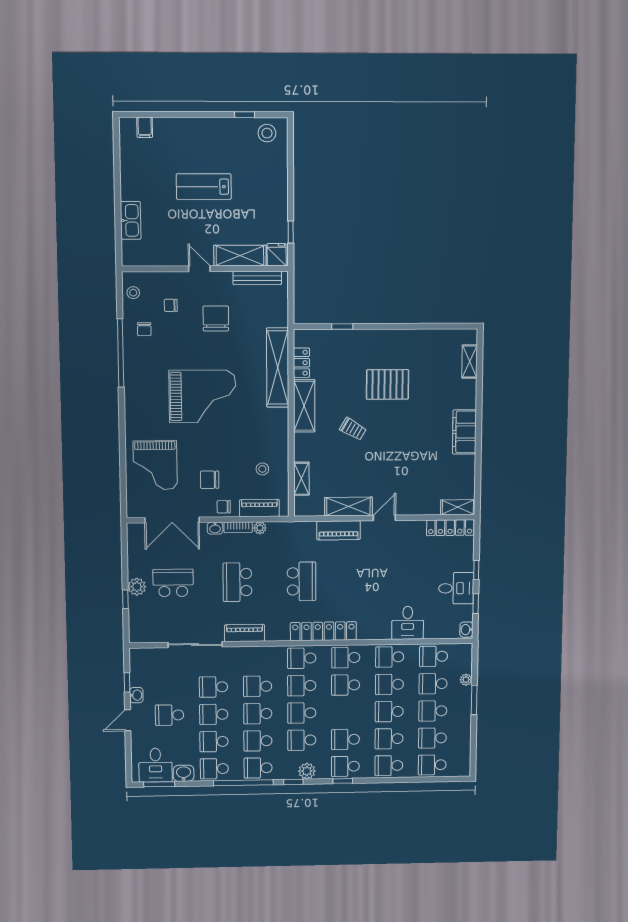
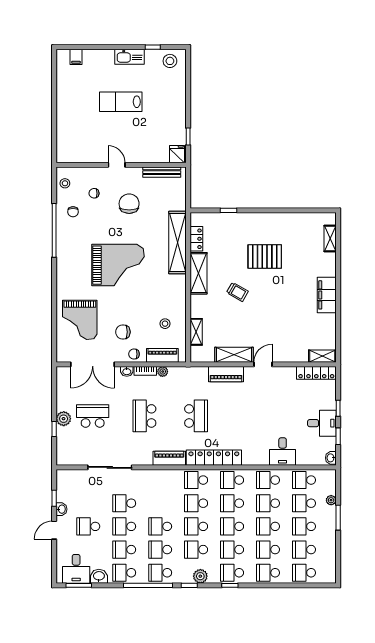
kitchen sink: (131, 220) -> (130, 57), moved, turned 90
shelving: (240, 256) -> (148, 155), removed
piano: (244, 633) -> (169, 458), moved
school desk: (258, 686) -> (232, 526), moved

